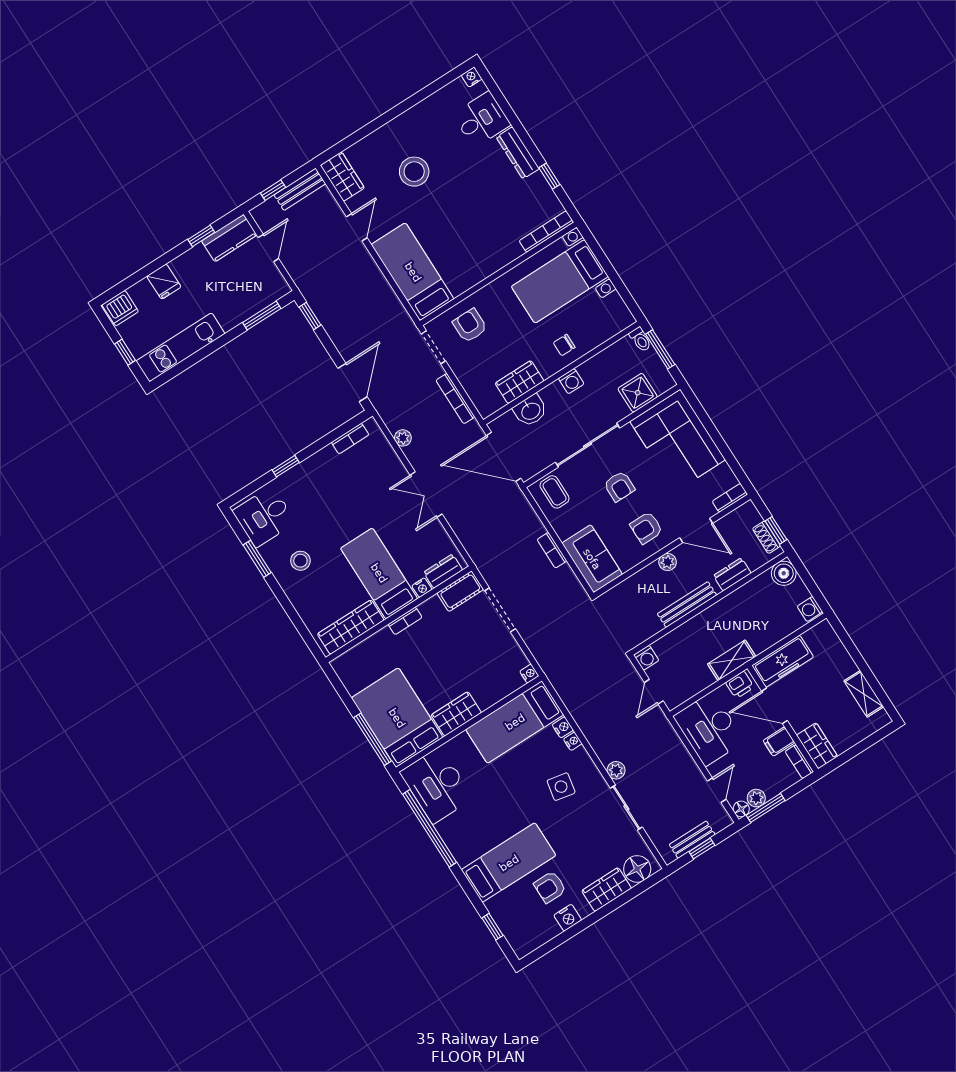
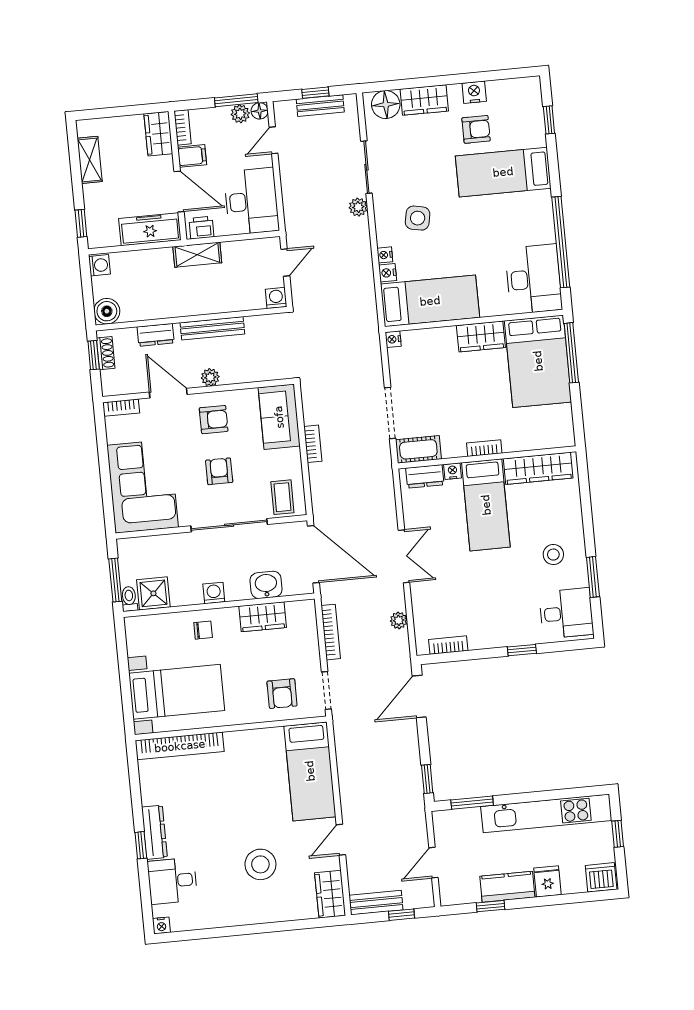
window: (549, 176) -> (141, 845), moved
bookcase: (546, 232) -> (180, 746), width x1.48, depth x1.31
kitchen counter: (229, 238) -> (507, 887), moved
kitchen unit: (180, 347) -> (546, 813), width x1.36
shower: (638, 393) -> (153, 593), moved
window: (844, 636) -> (81, 223), added

